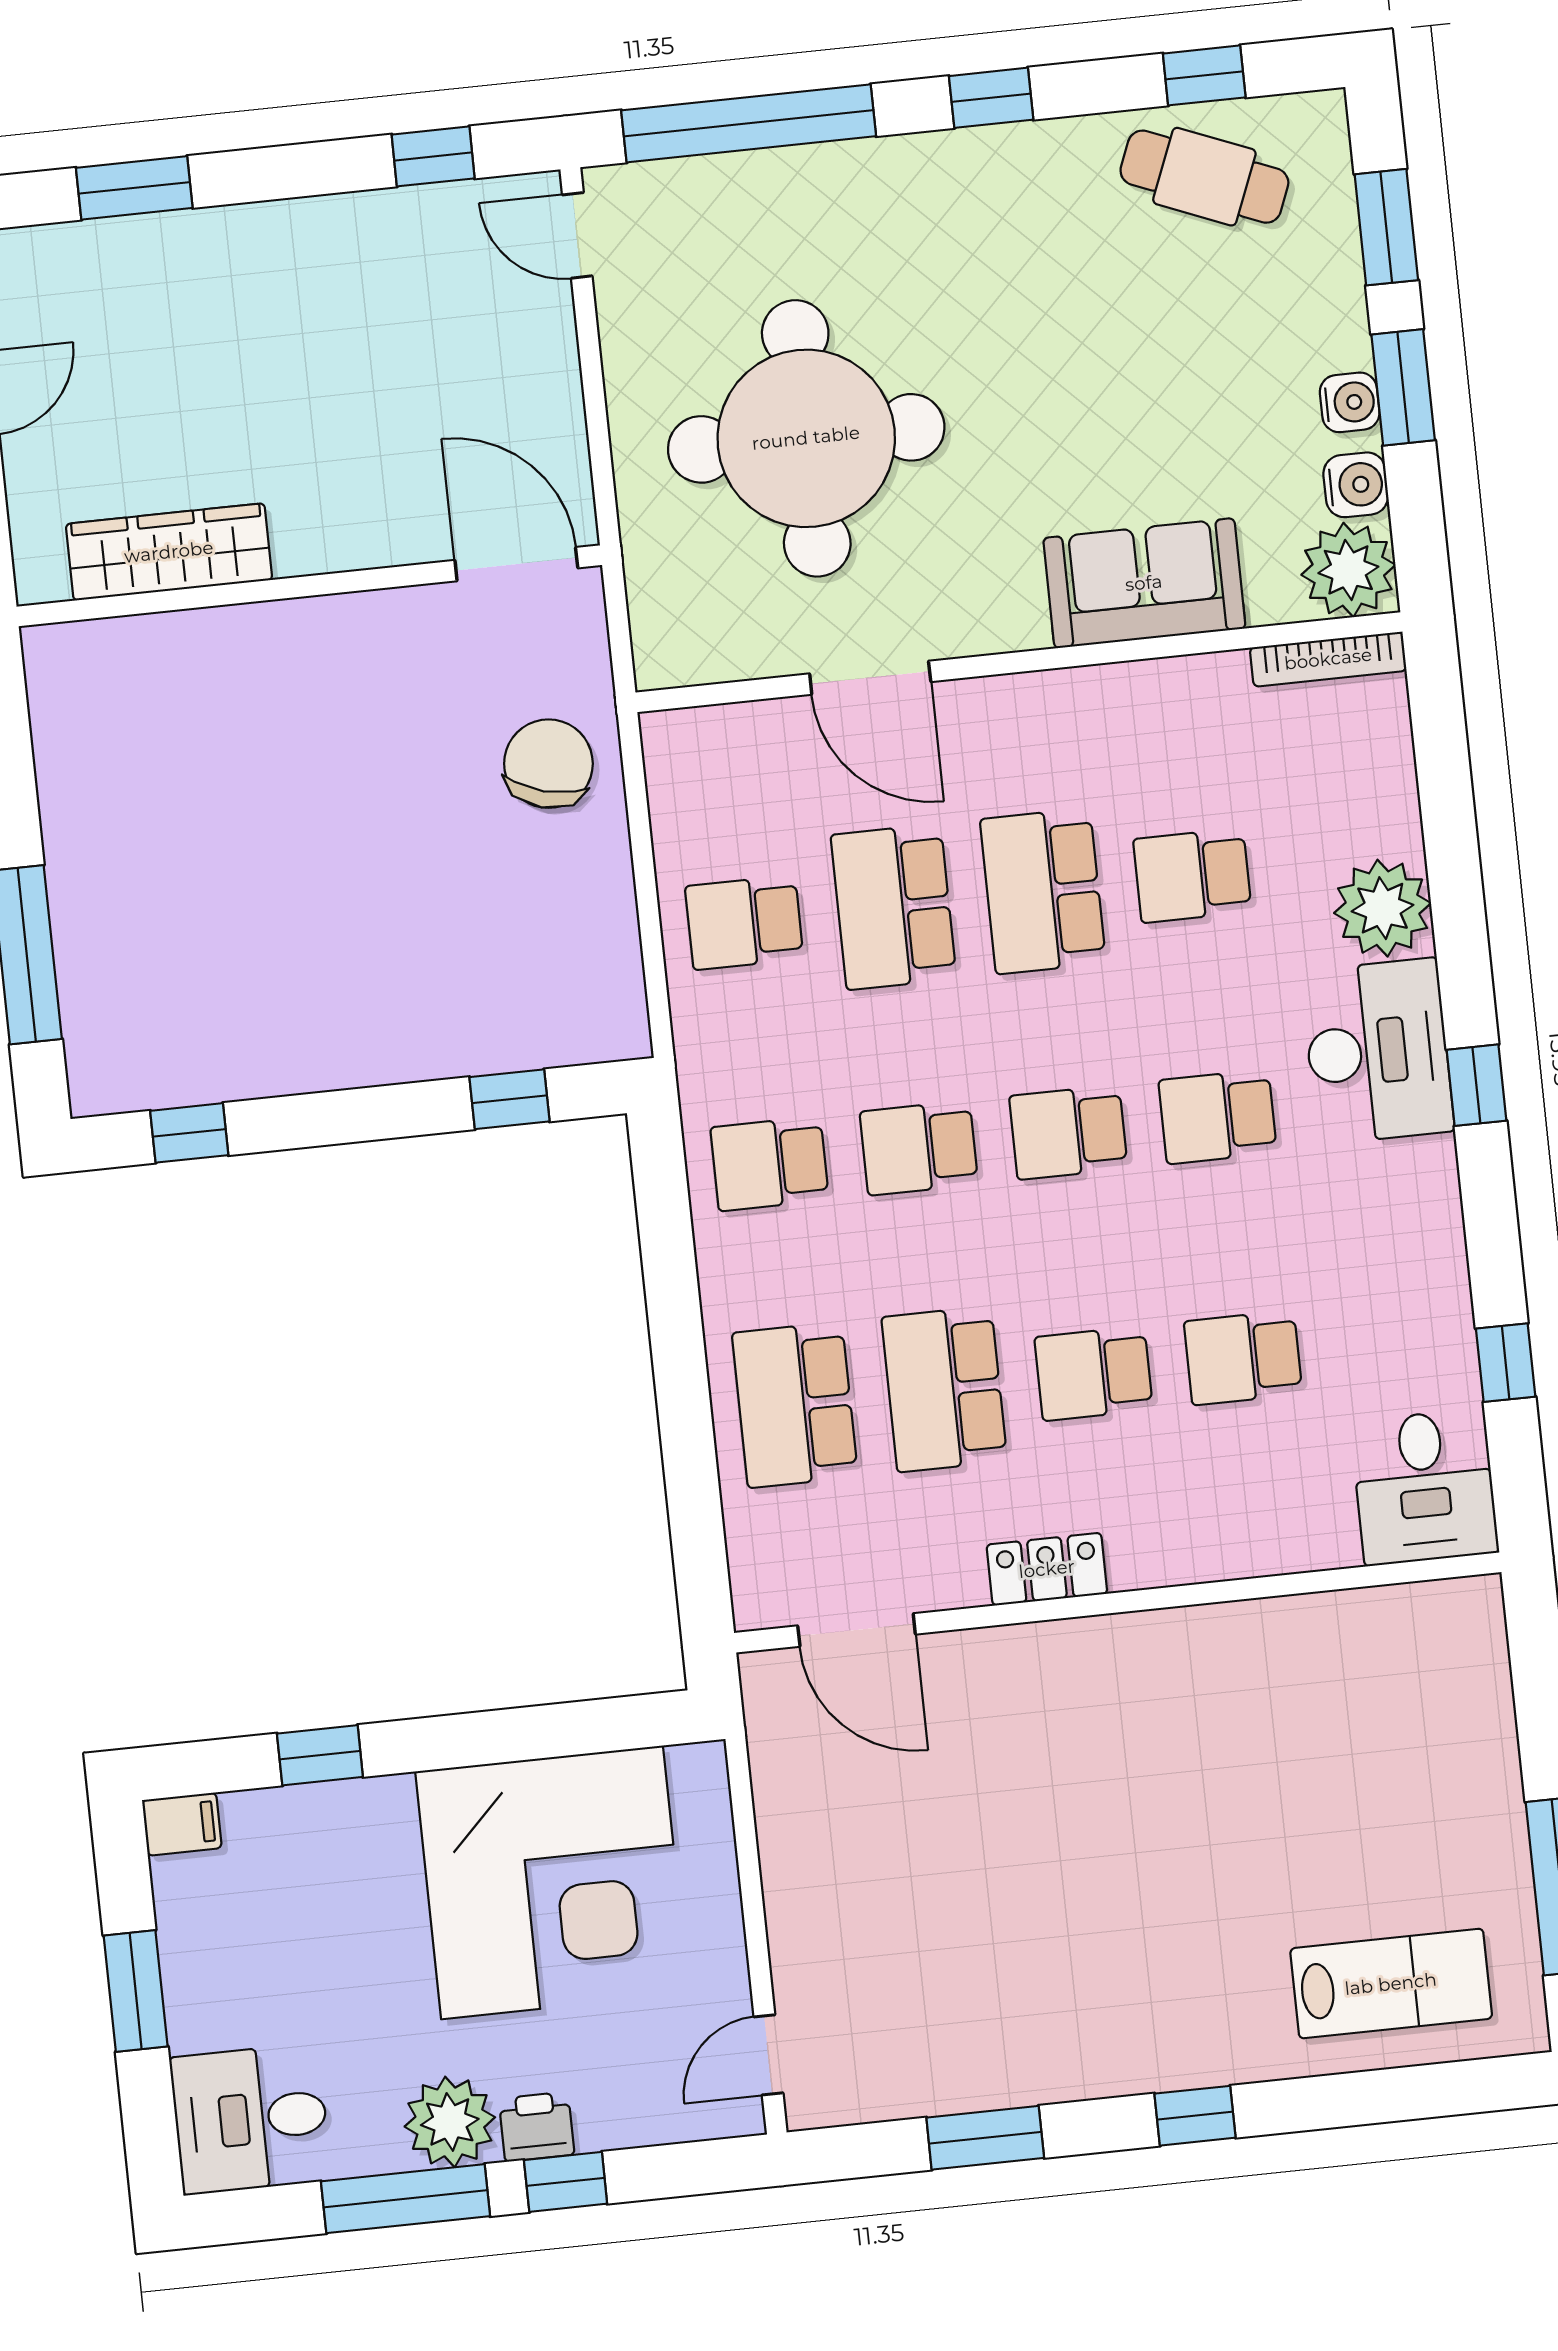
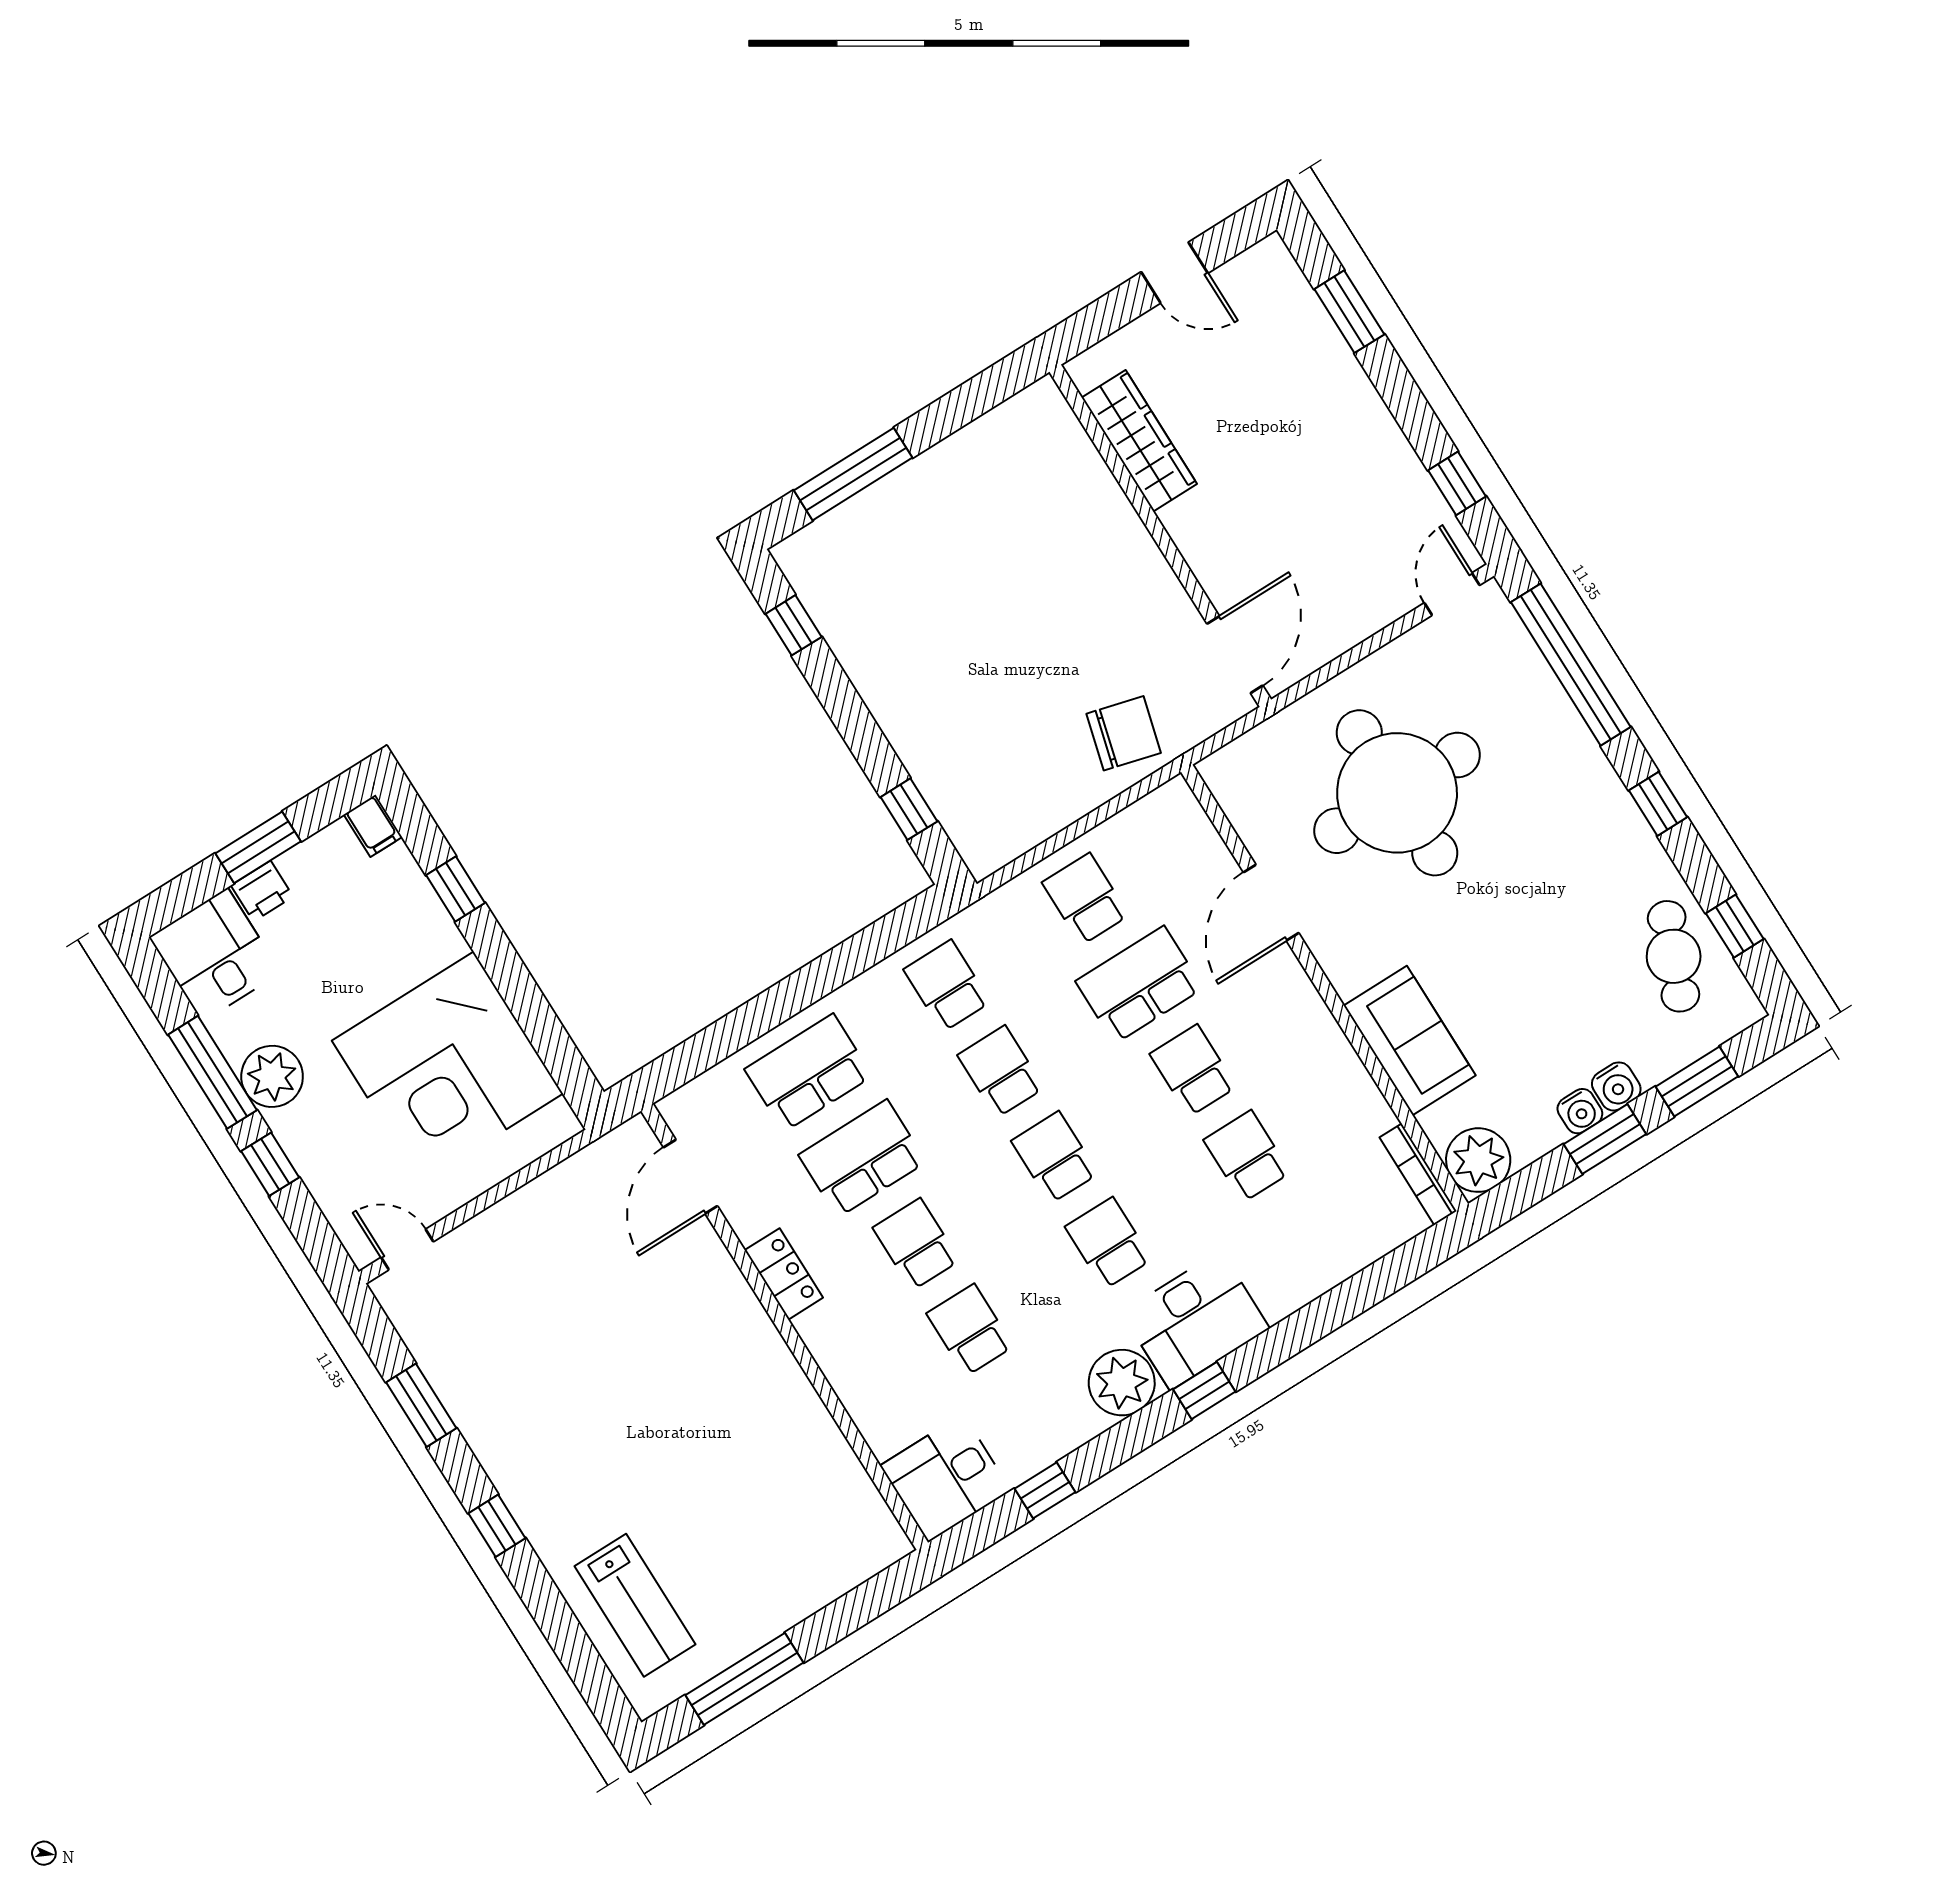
water cooler: (1356, 485) -> (1616, 1086), moved
school desk: (1043, 891) -> (1193, 1070), width x0.54
plant: (1383, 908) -> (1122, 1383), moved
printer: (537, 2127) -> (262, 891), moved, turned 90

